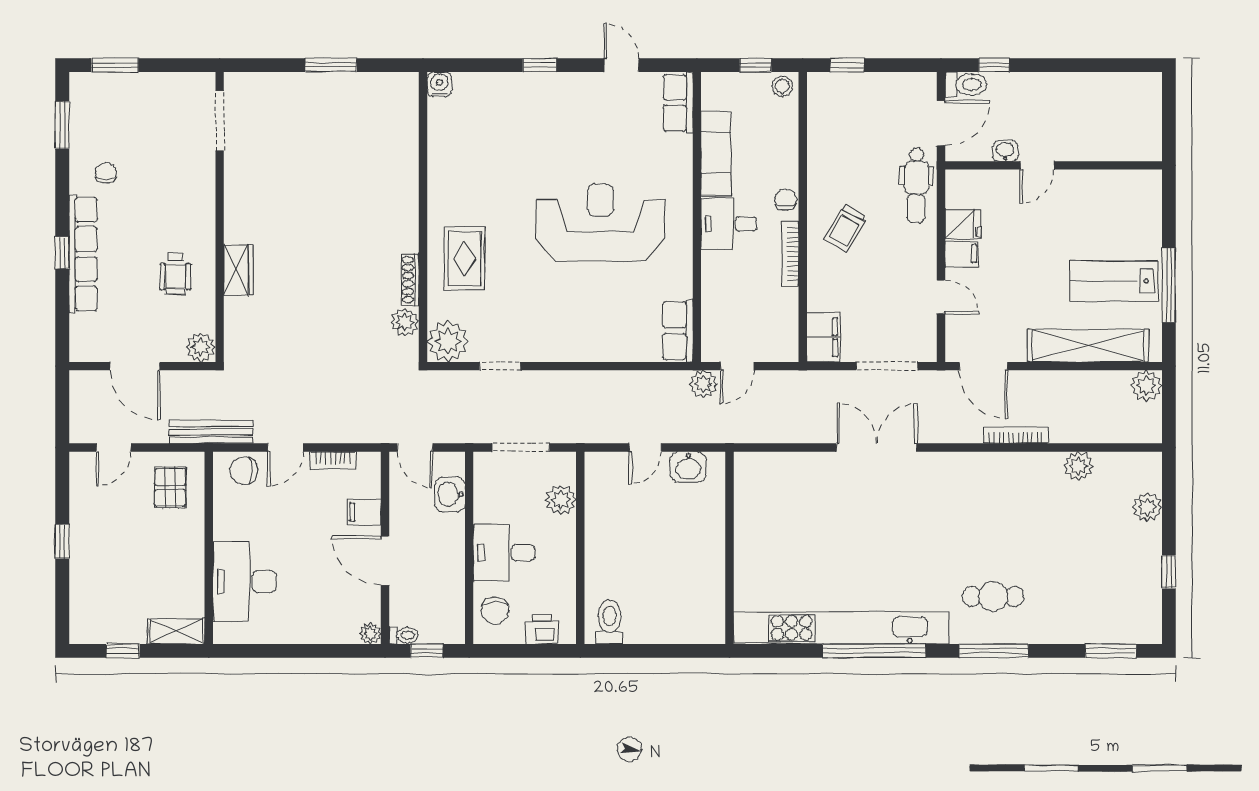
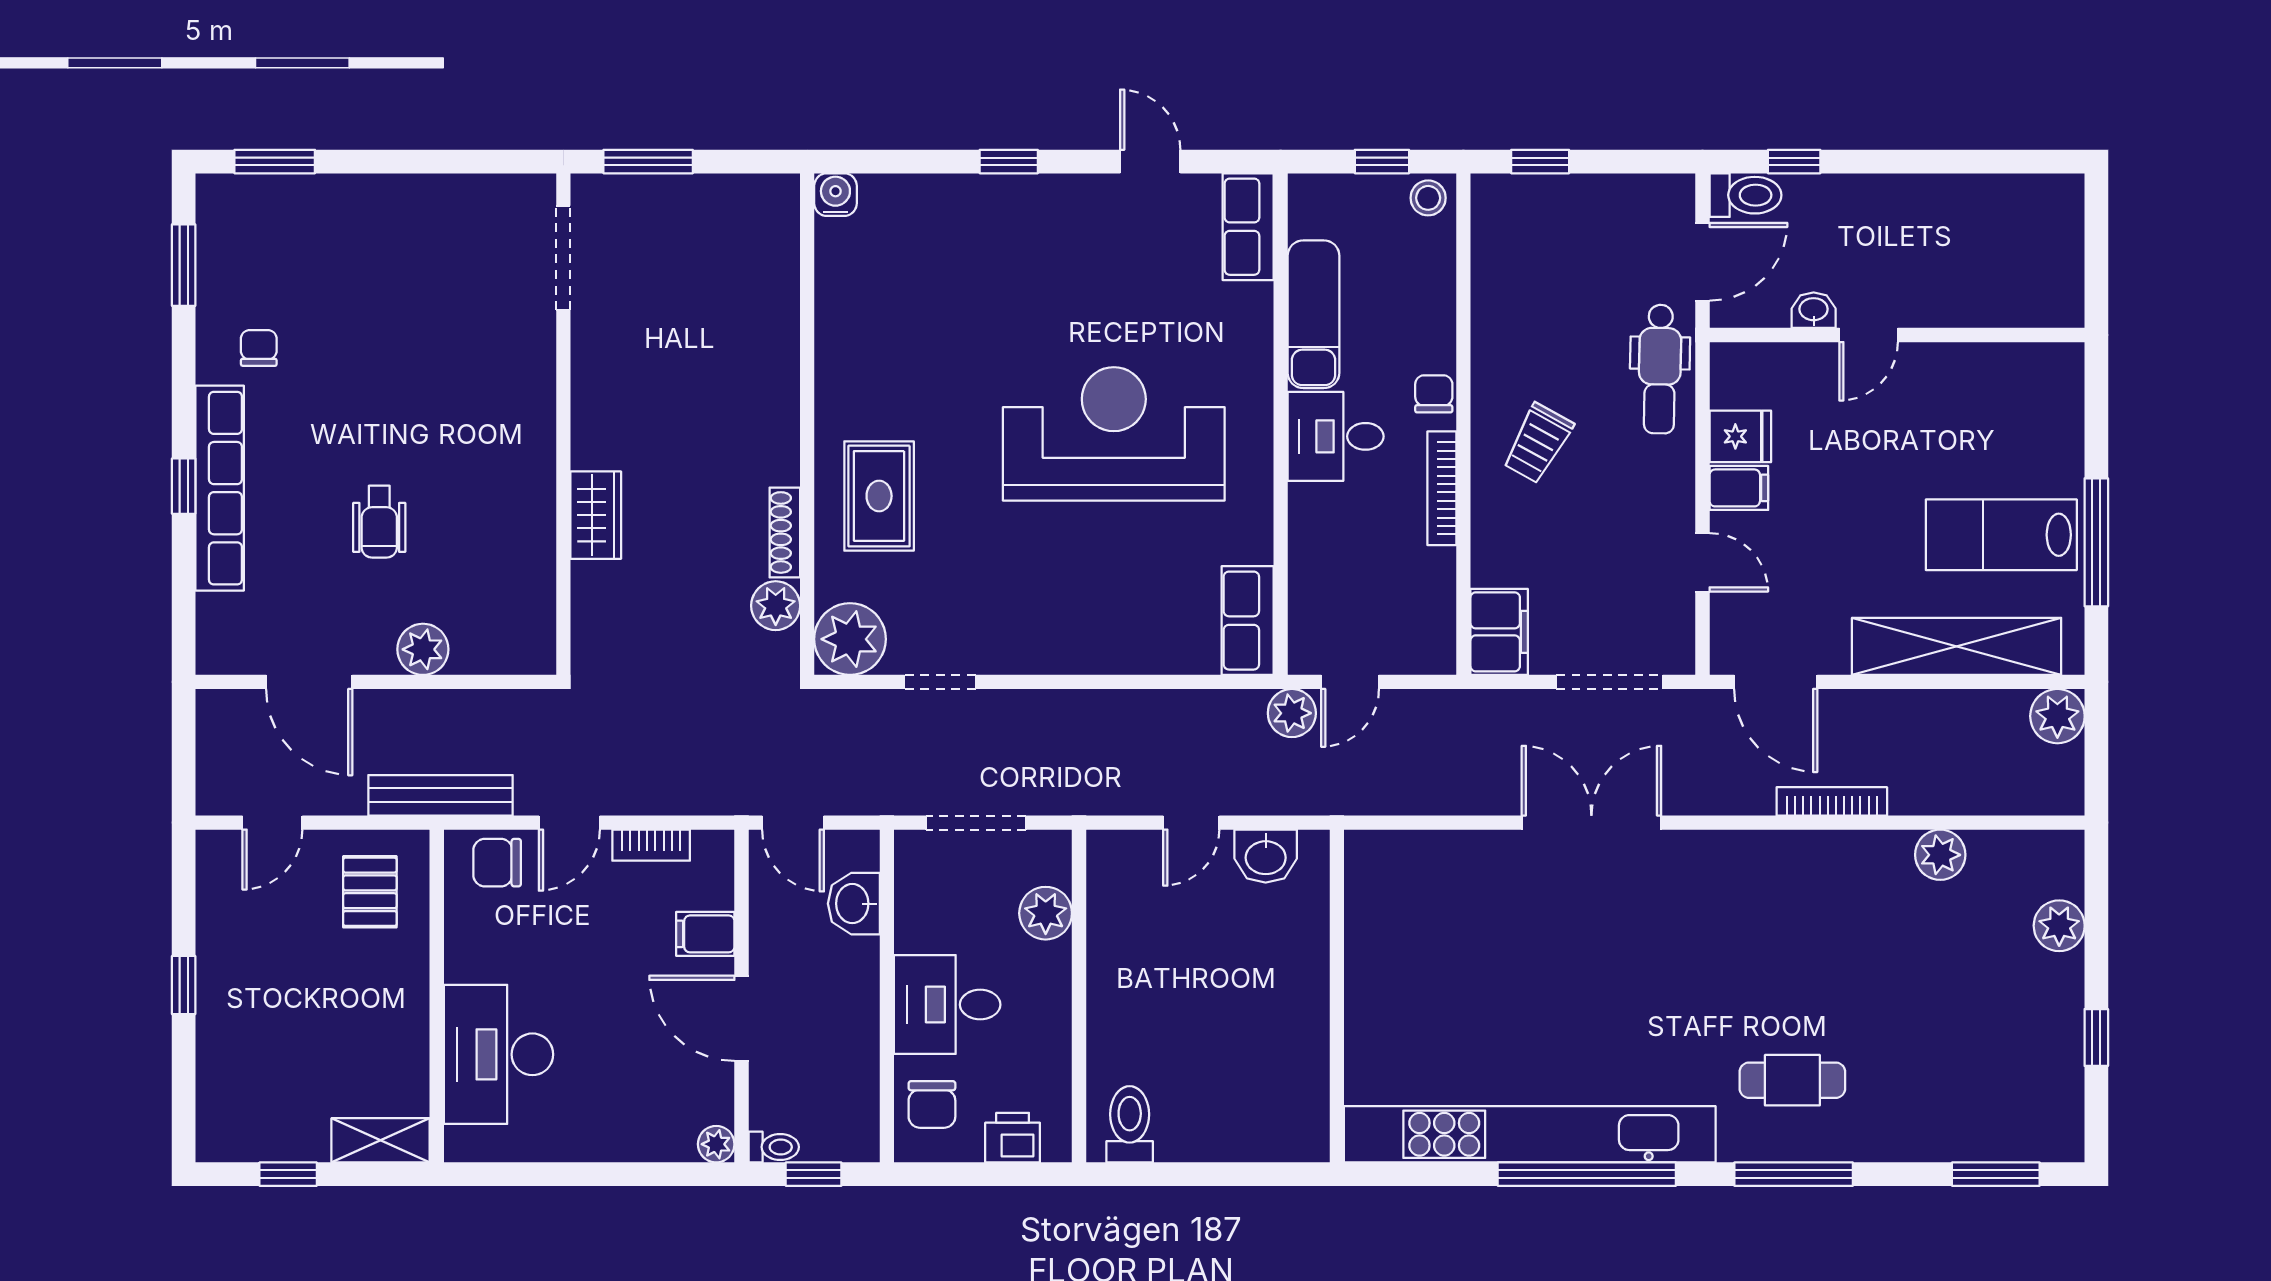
doorway: (220, 121) -> (563, 258), moved
wall: (220, 217) -> (563, 424), moved
wardrobe: (238, 270) -> (596, 515), moved

